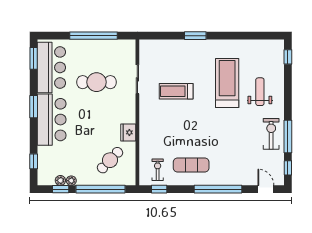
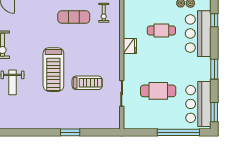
window: (94, 36) -> (178, 132), moved
treadmill: (227, 83) -> (53, 70), moved
bar counter: (52, 120) -> (198, 34), moved
cafe table: (110, 160) -> (161, 31), moved, turned 46

